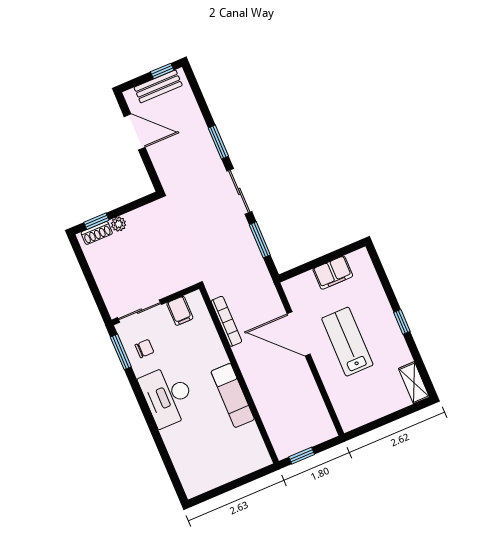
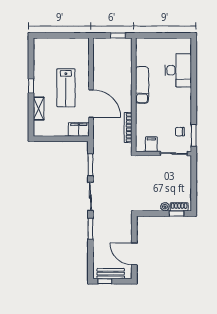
filing cabinet: (333, 273) -> (79, 129), moved
shelving: (414, 383) -> (39, 109), moved
desk: (168, 396) -> (178, 70), moved

